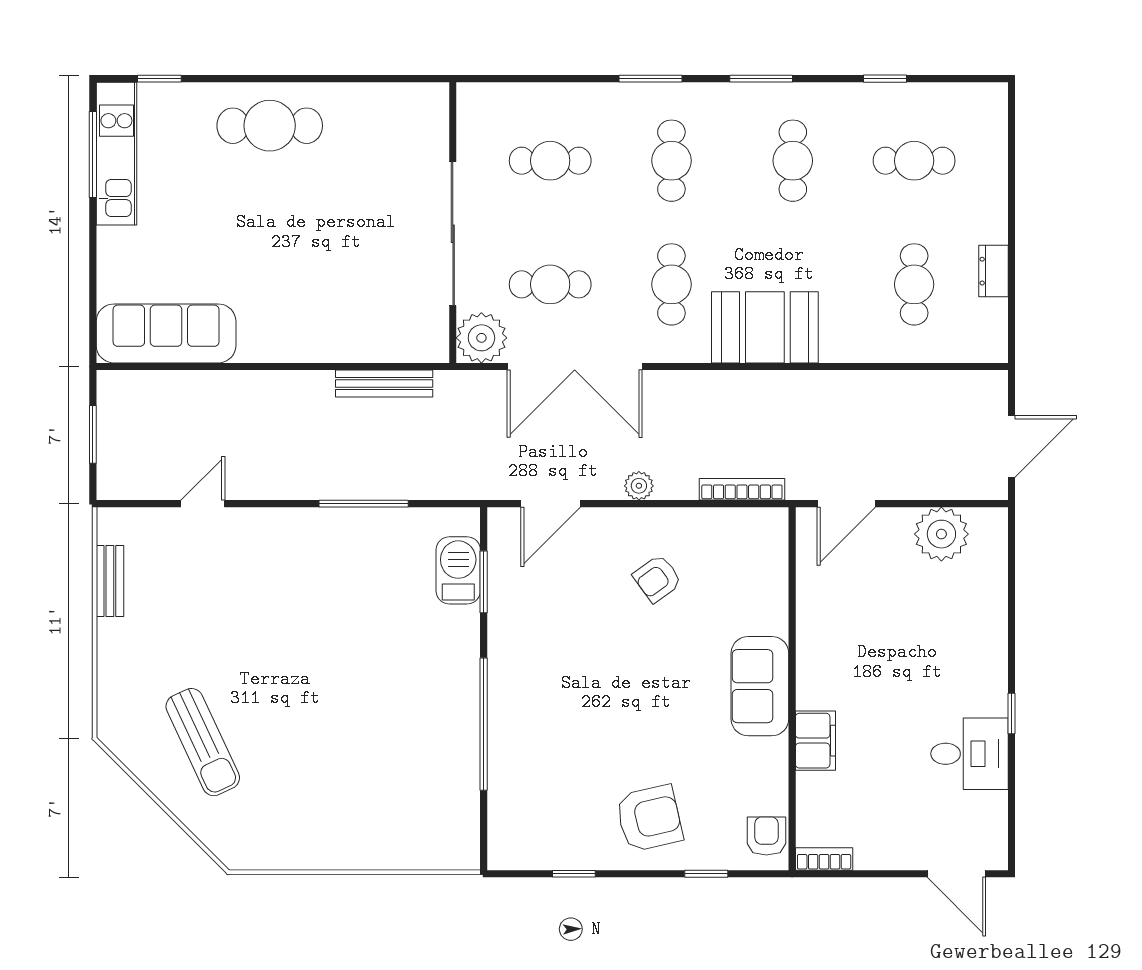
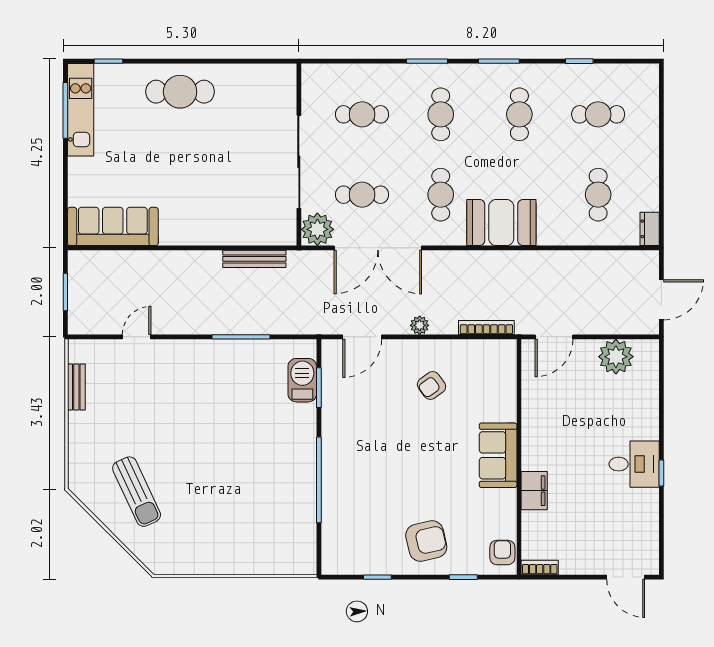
dresser: (994, 271) -> (650, 229), moved
desk: (969, 754) -> (634, 464), moved

